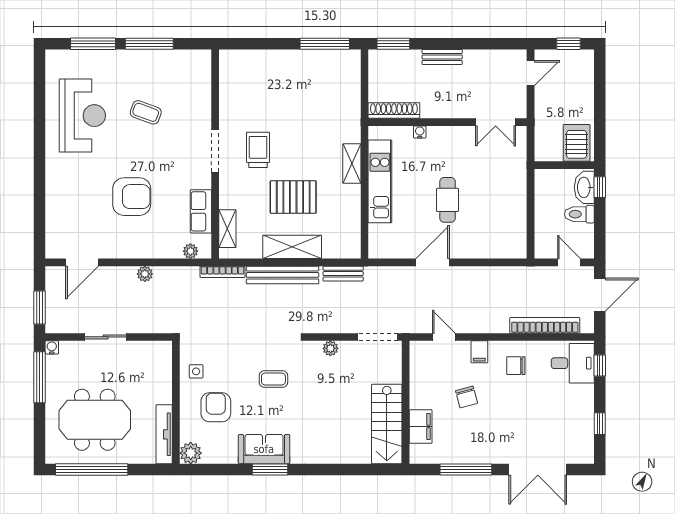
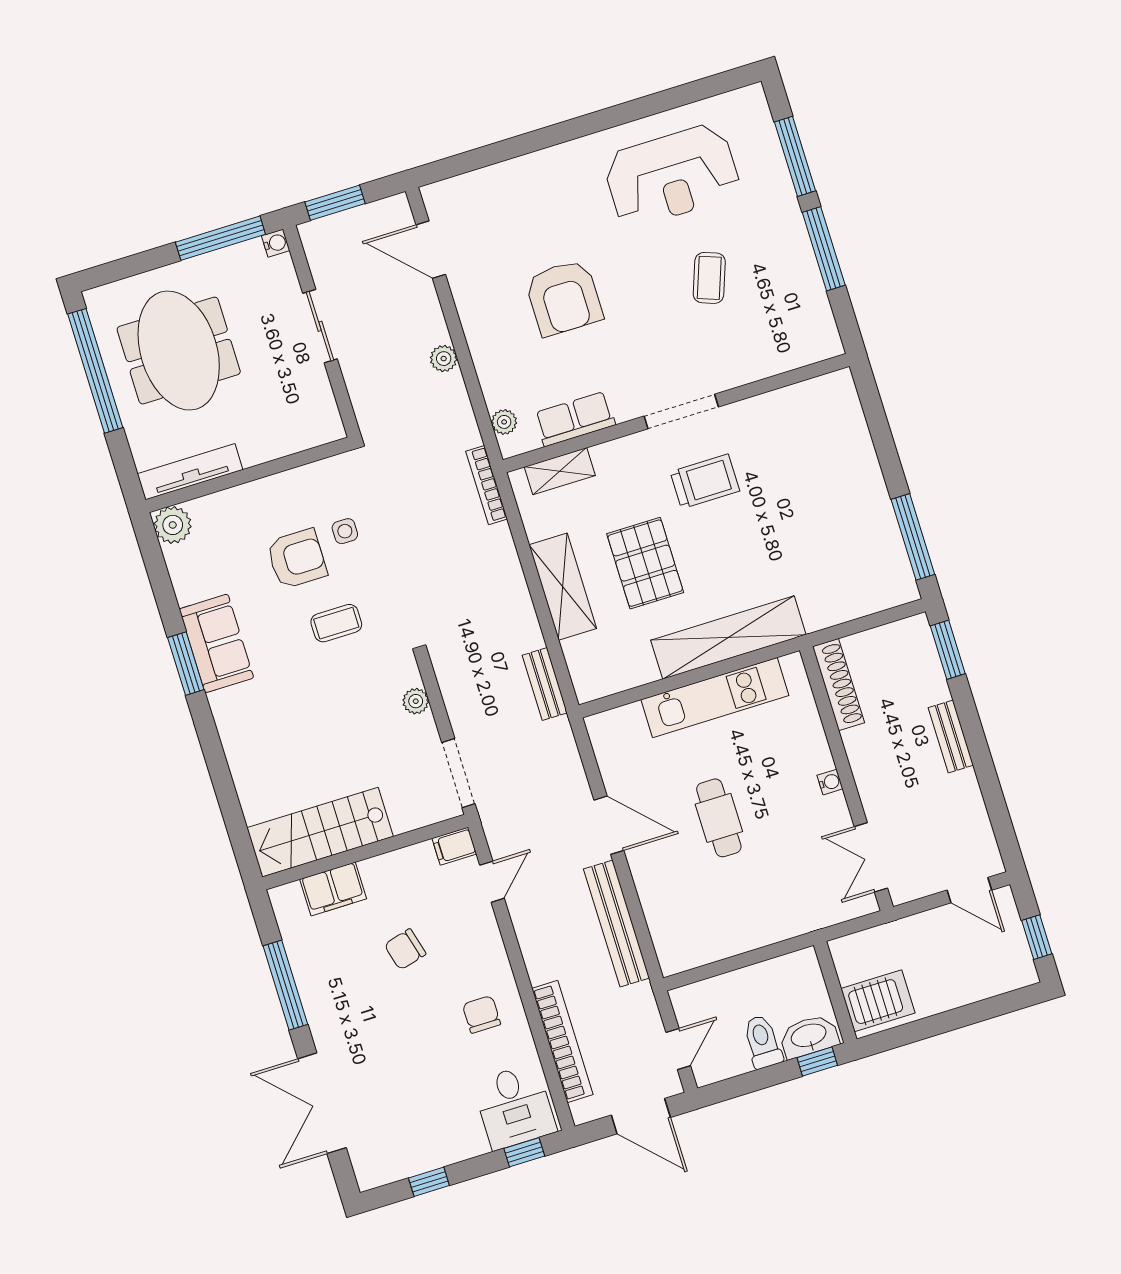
water cooler: (420, 132) -> (830, 782), moved
shelving: (352, 164) -> (728, 638), width x2.20, depth x1.33
cafe table: (448, 200) -> (719, 818), turned 90
bench: (282, 275) -> (616, 924), moved
filing cabinet: (479, 352) -> (454, 846), moved
side table: (196, 371) -> (345, 531), moved
coffee table: (273, 379) -> (336, 623), turned 90
armchair: (216, 407) -> (297, 559), moved

